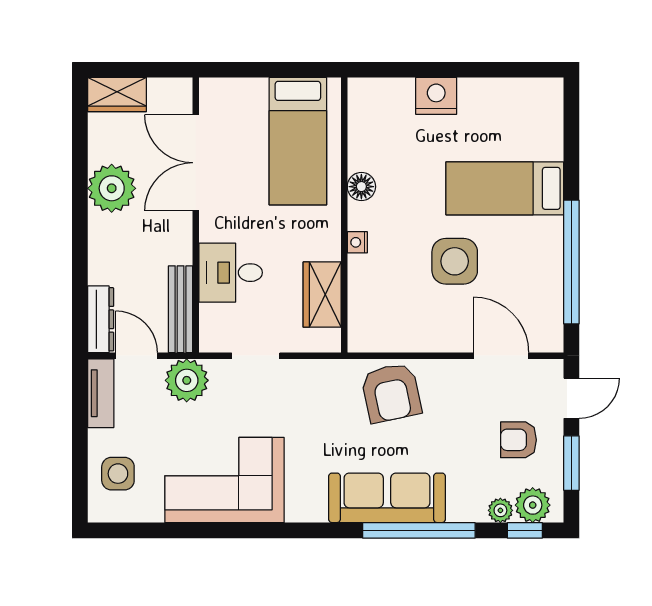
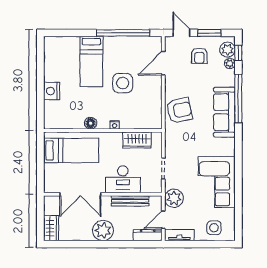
plant: (112, 188) -> (103, 230), moved
desk: (231, 273) -> (123, 179), width x1.37
bench: (181, 309) -> (130, 201), moved

